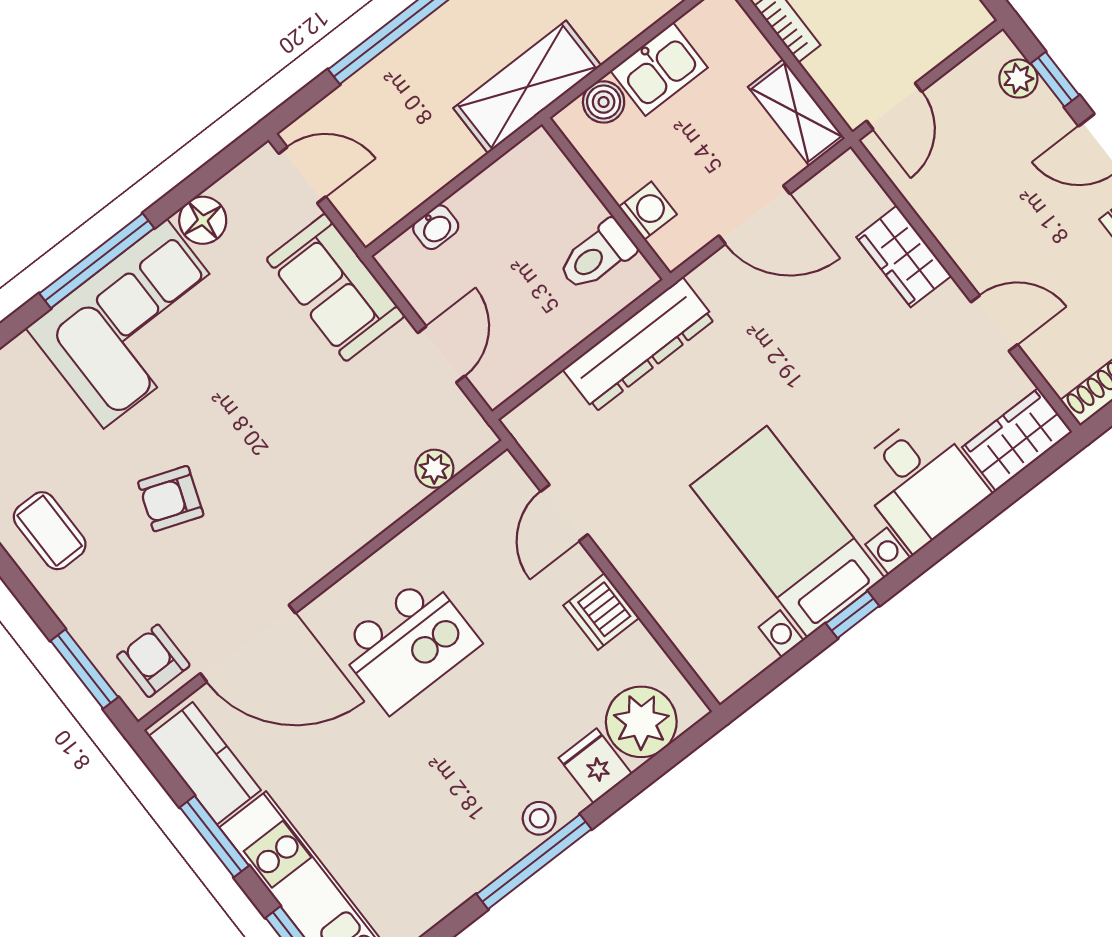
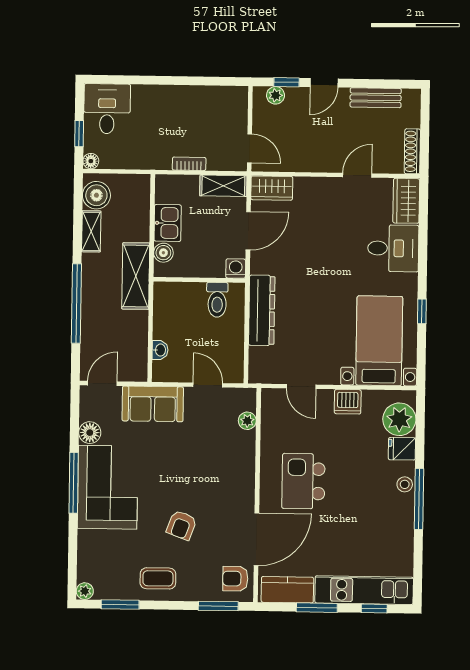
washing machine: (648, 211) -> (236, 269), moved
wardrobe: (904, 256) -> (272, 188), moved
bed with nightstands: (787, 532) -> (379, 341), moved, turned 90
kitchen island: (408, 644) -> (303, 481), turned 180

